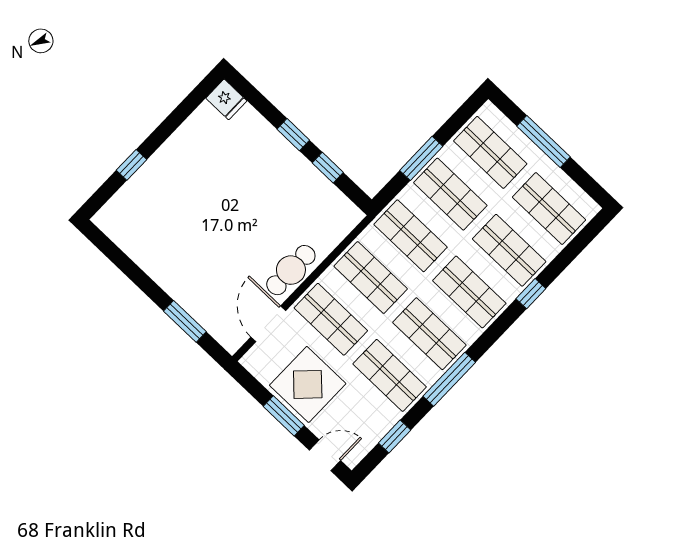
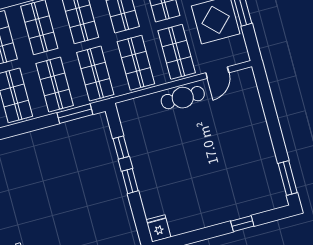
window: (421, 158) -> (75, 114), moved
window: (185, 321) -> (288, 178), moved
door: (268, 324) -> (217, 73), width x0.73

